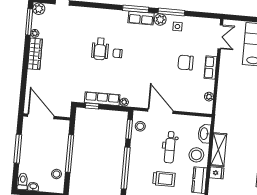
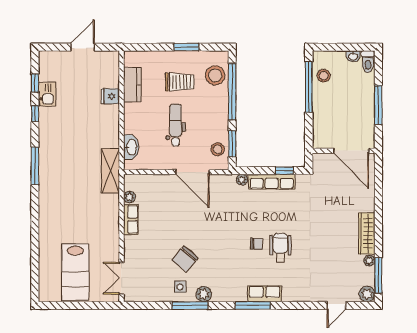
window: (136, 9) -> (253, 305), moved
row of seats: (141, 18) -> (264, 294), moved
chair: (186, 63) -> (185, 259), moved, turned 130
row of seats: (211, 68) -> (131, 219), moved
shelving: (219, 150) -> (110, 171), moved
window: (69, 153) -> (309, 87), moved
stool: (196, 155) -> (215, 75), moved
trolley: (164, 179) -> (180, 82), turned 180

